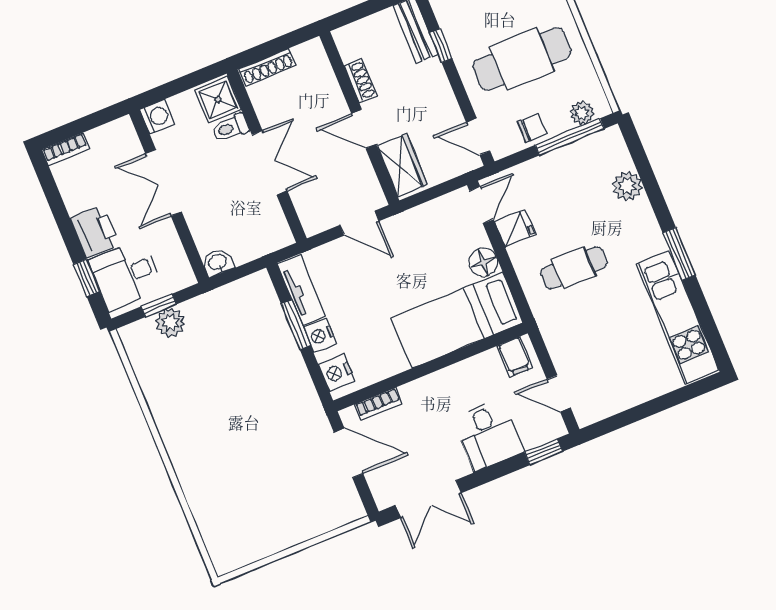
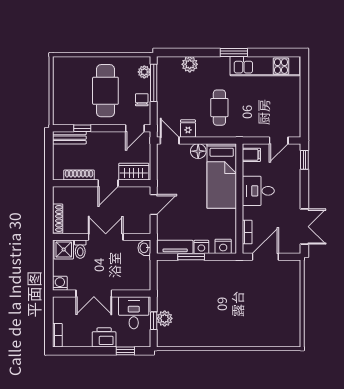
shoe rack: (361, 81) -> (79, 175), width x1.43
washbasin: (218, 262) -> (144, 248), moved
desk: (126, 275) -> (134, 313), moved, turned 180
desk: (488, 435) -> (258, 191), moved, turned 180

